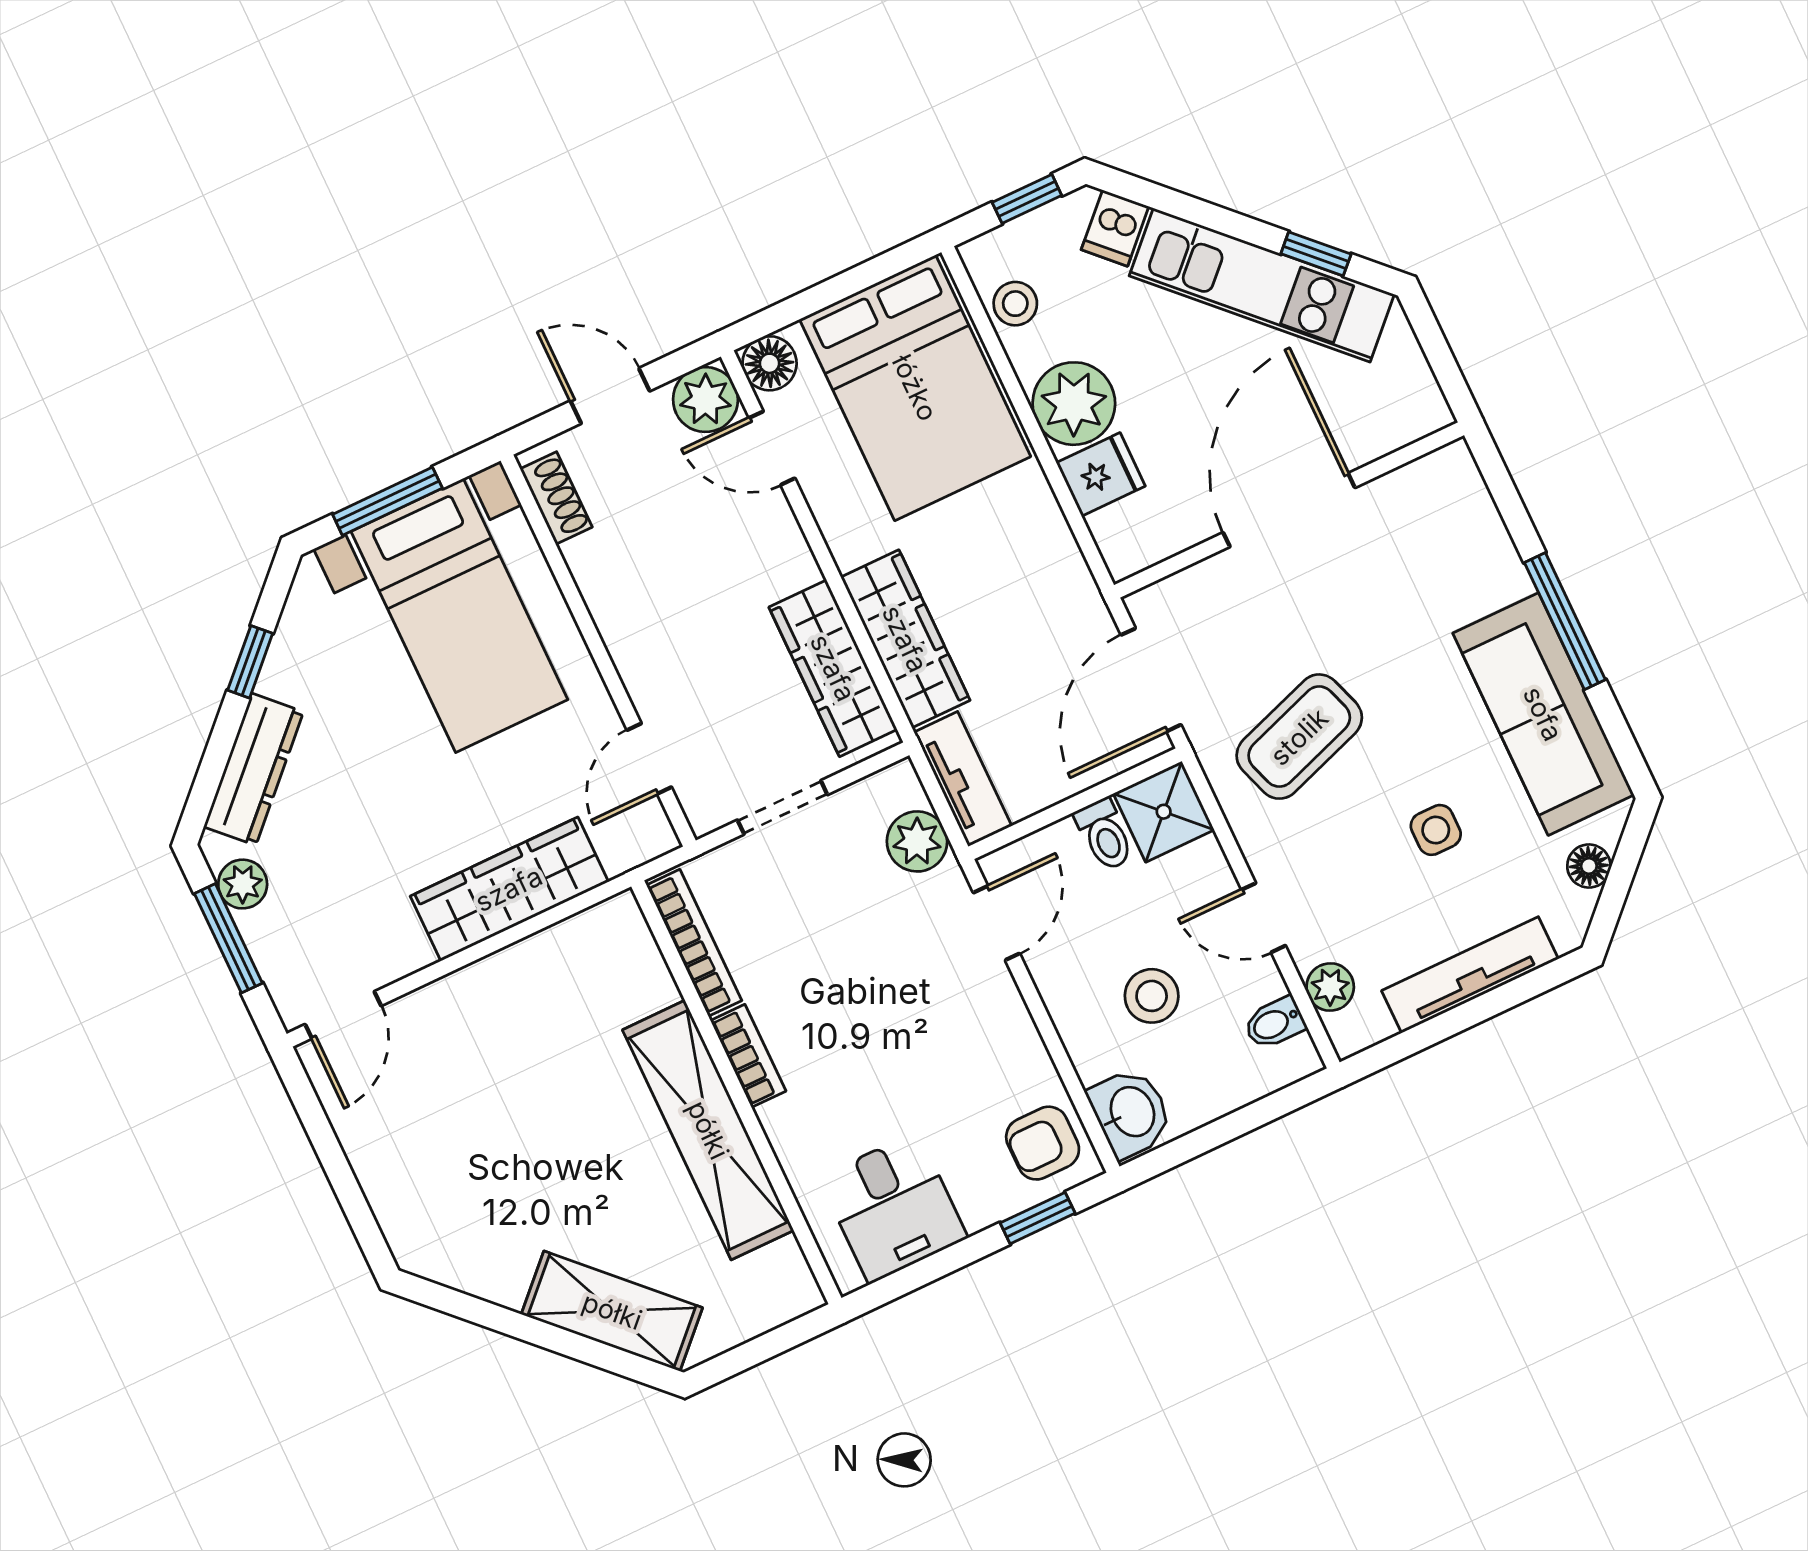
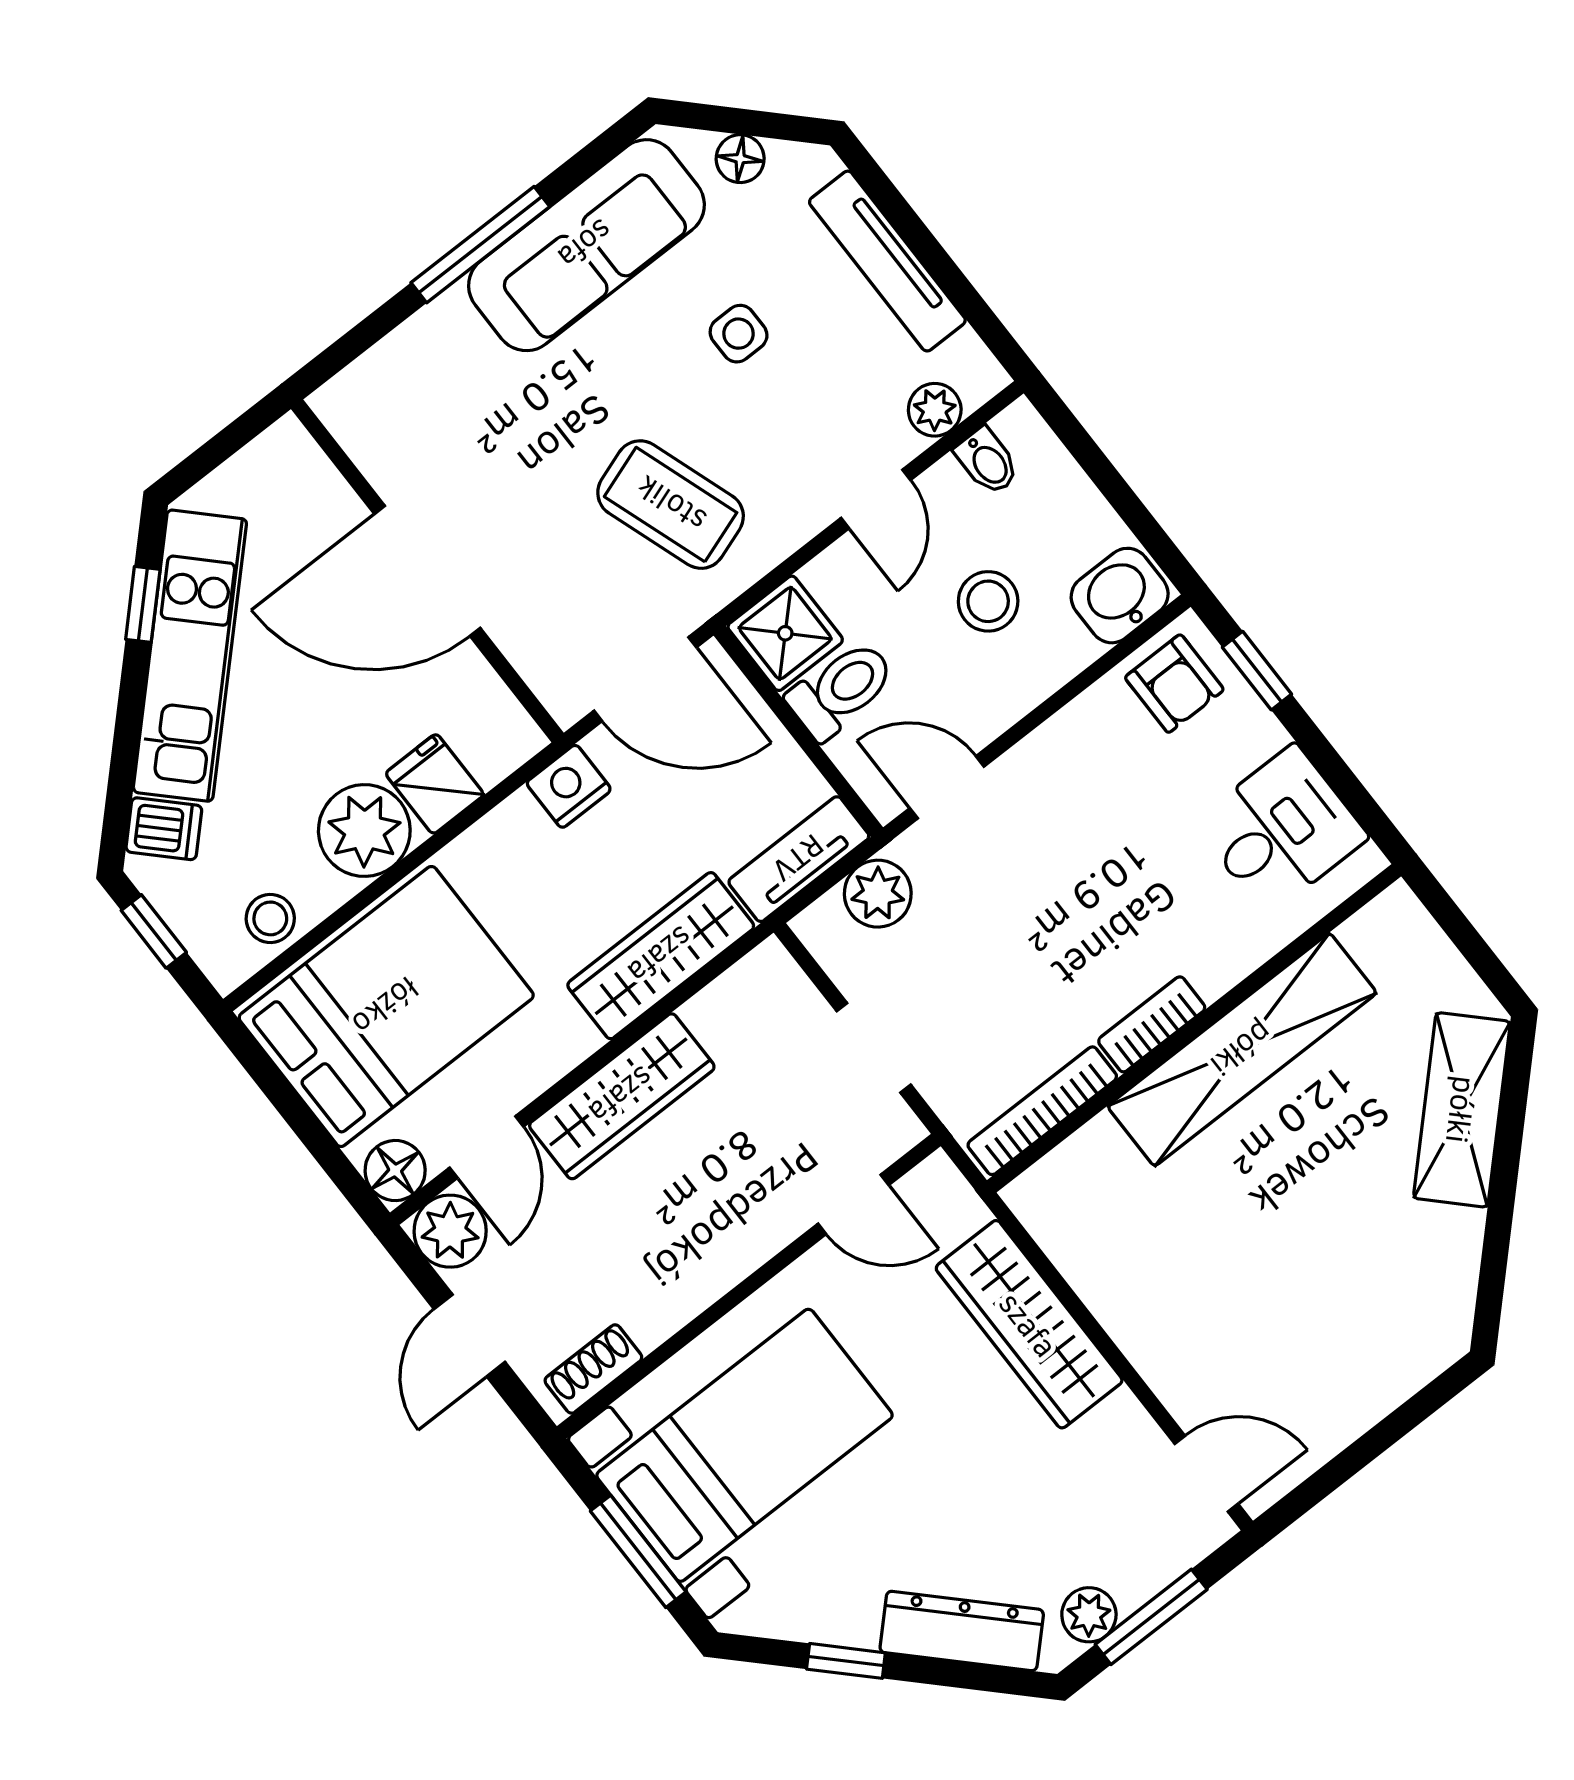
nightstand: (1072, 592) -> (569, 786), added
wardrobe: (833, 668) -> (622, 1096), moved
toilet: (1105, 835) -> (841, 690), width x1.37, depth x1.39

